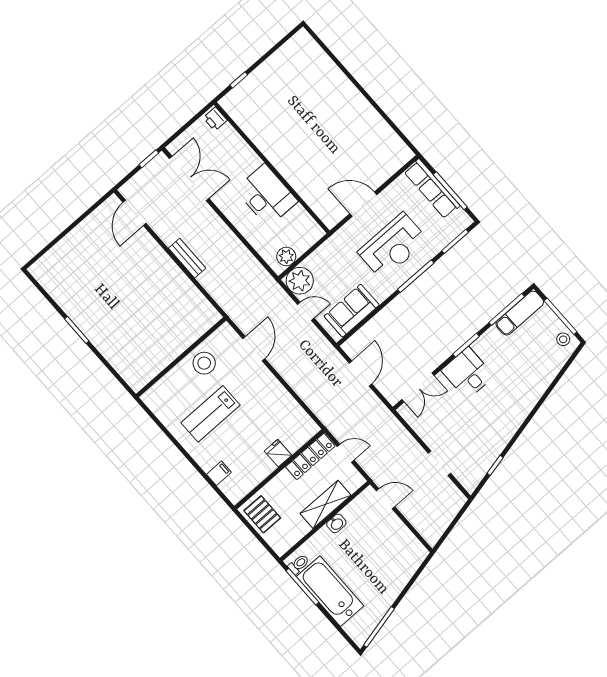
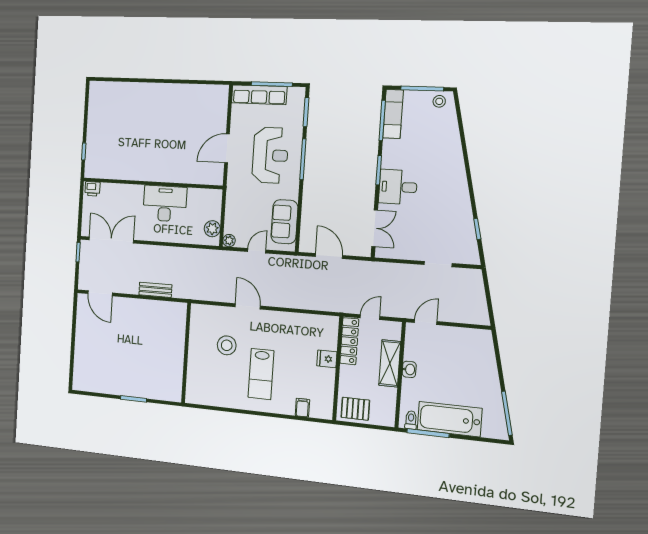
plant: (300, 281) -> (229, 241), width x0.53, depth x0.53
wall: (181, 357) -> (186, 353), moved

